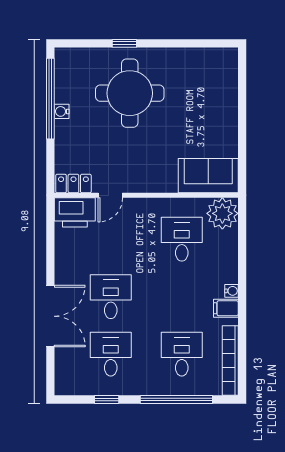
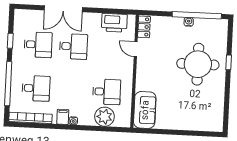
printer: (75, 212) -> (114, 23), moved, turned -90
plant: (222, 213) -> (104, 117), moved

